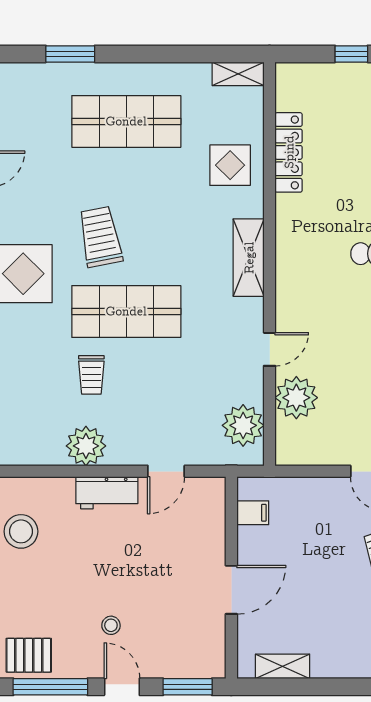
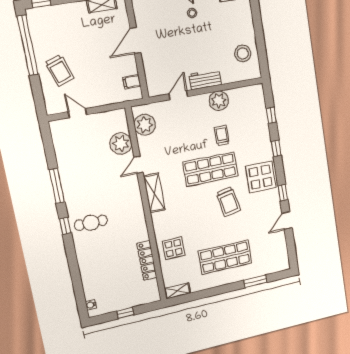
shelving: (249, 258) -> (154, 193), moved

